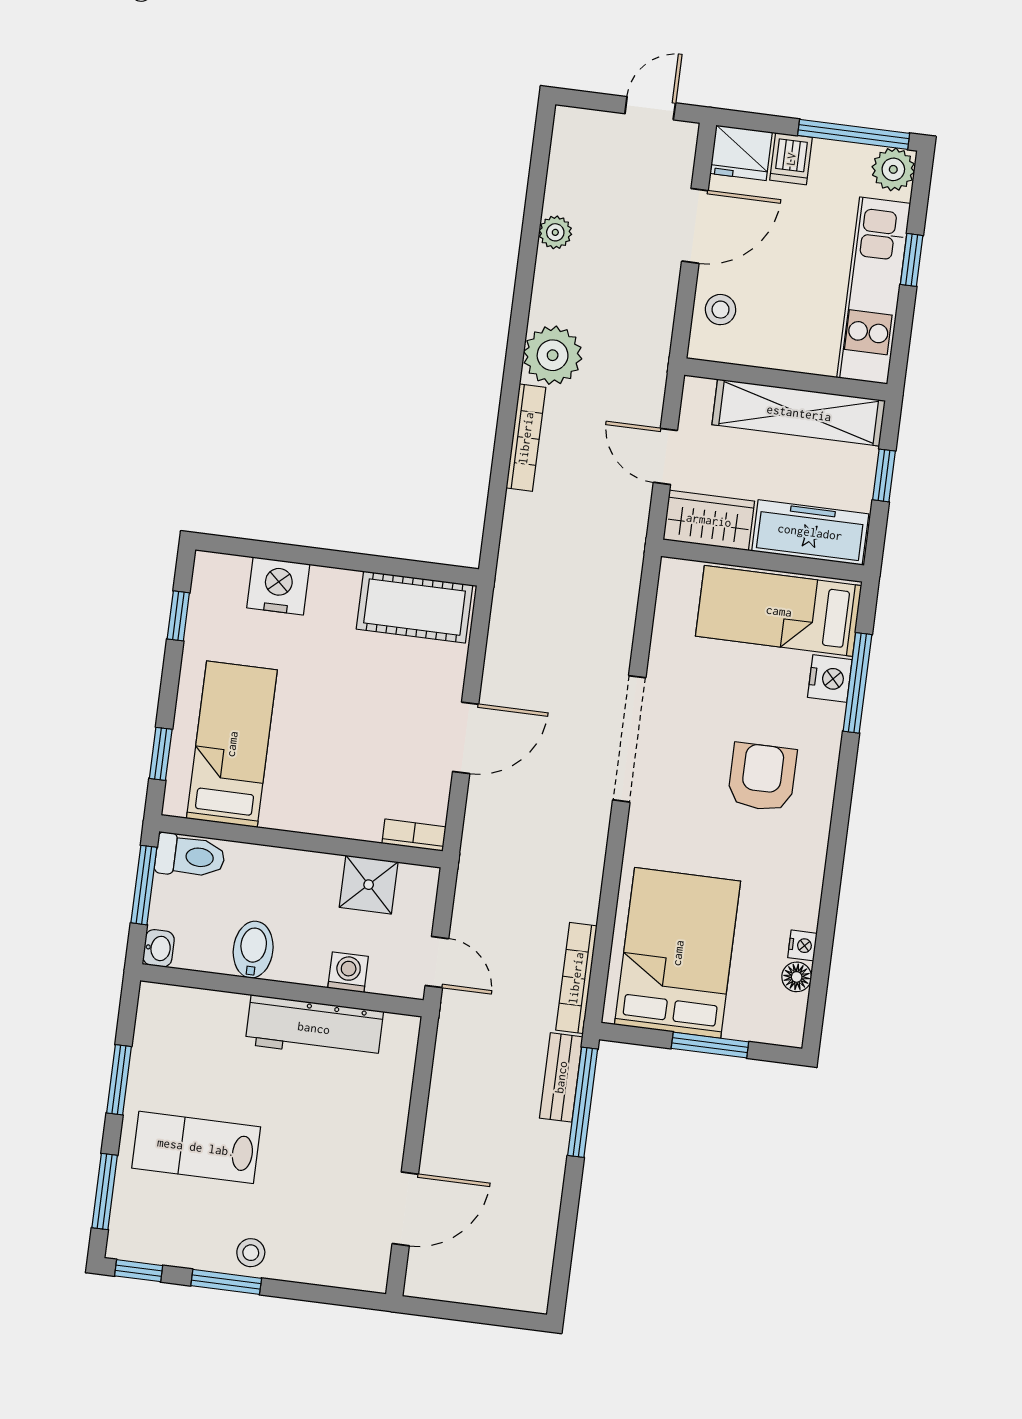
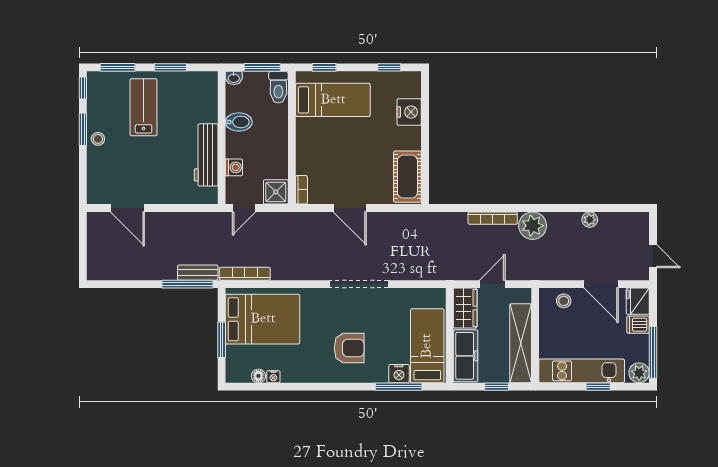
shower: (369, 885) -> (276, 192), moved

